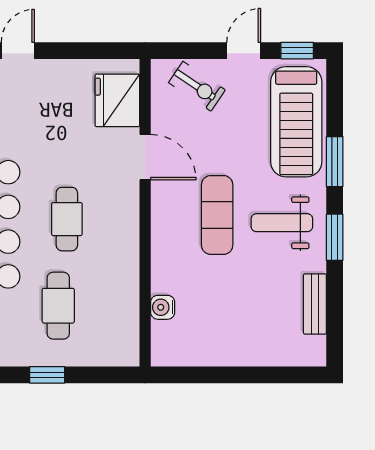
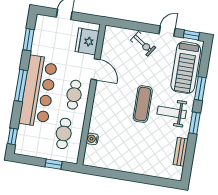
fridge: (117, 100) -> (87, 41), moved
door: (145, 157) -> (96, 69), moved
wall: (145, 213) -> (91, 95), moved
water cooler: (163, 307) -> (92, 139), moved

